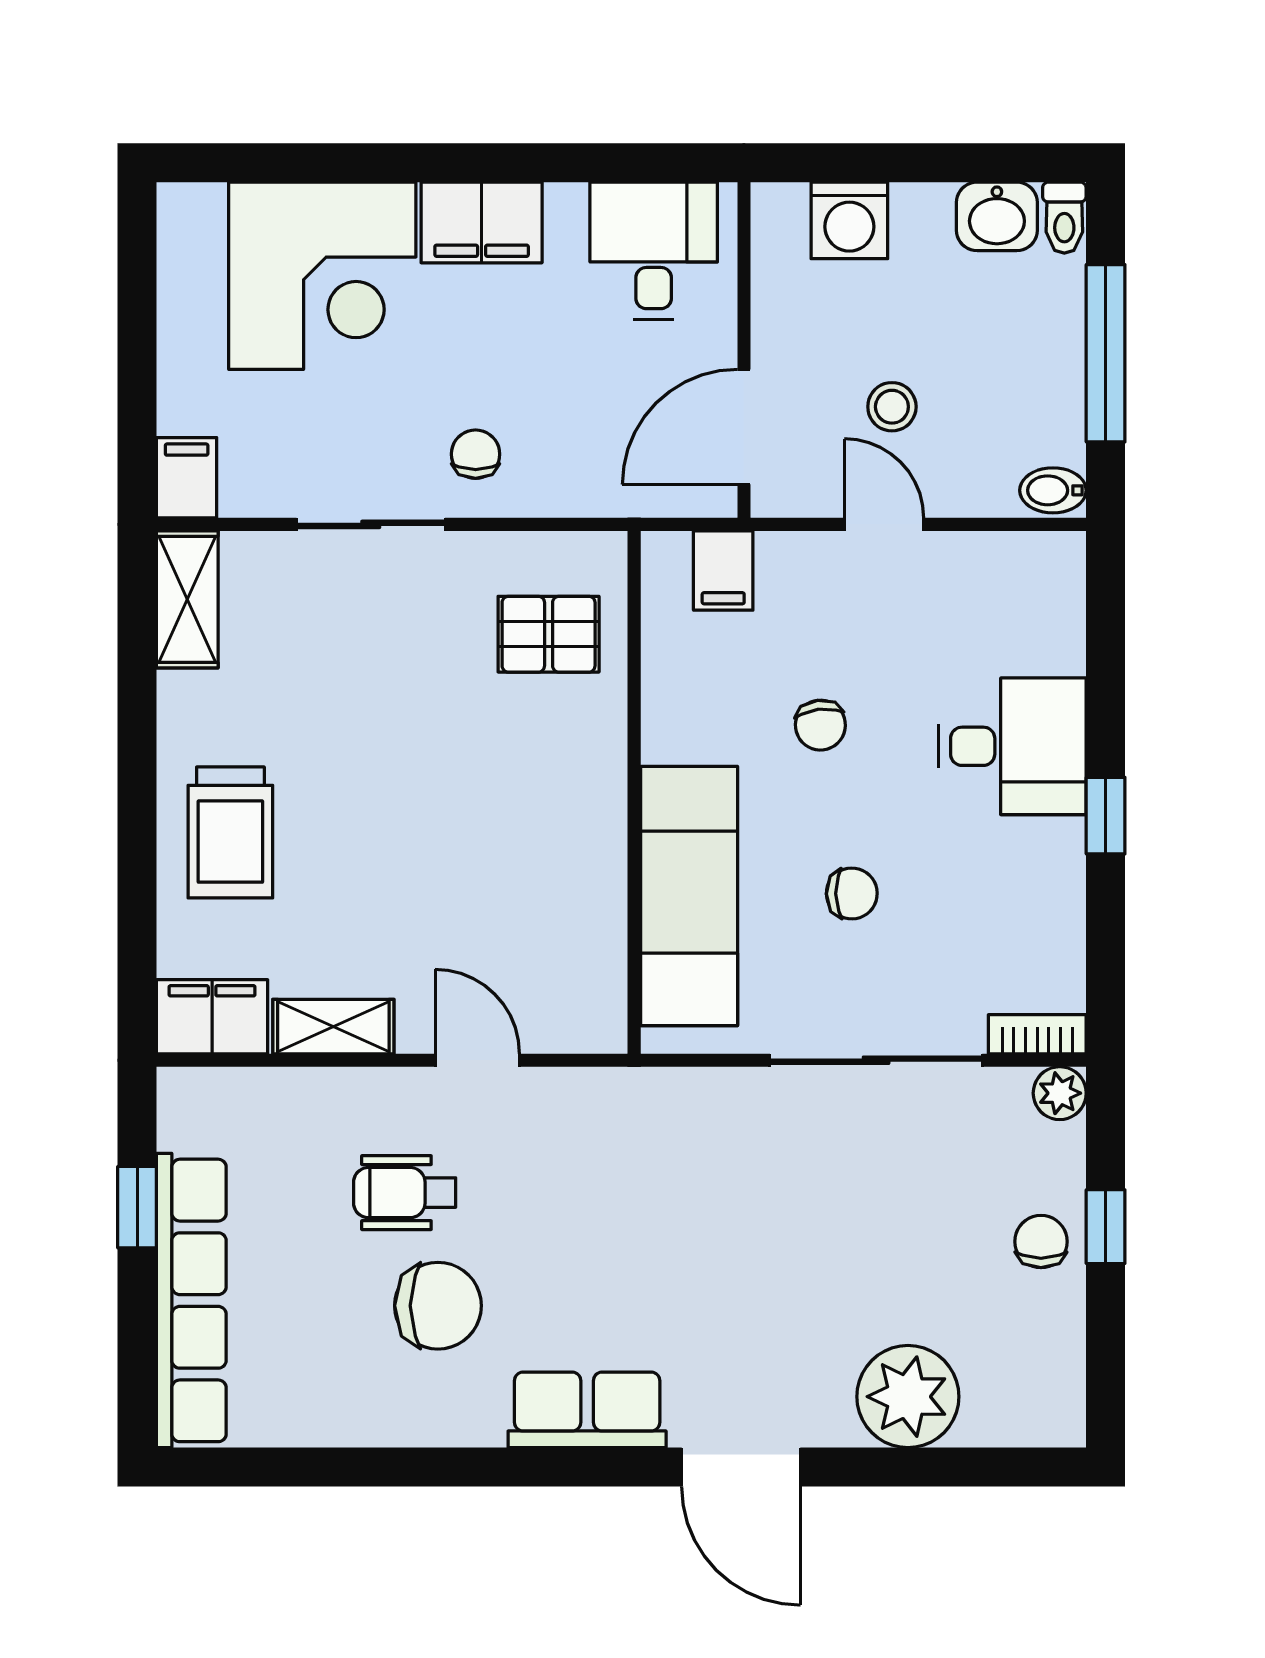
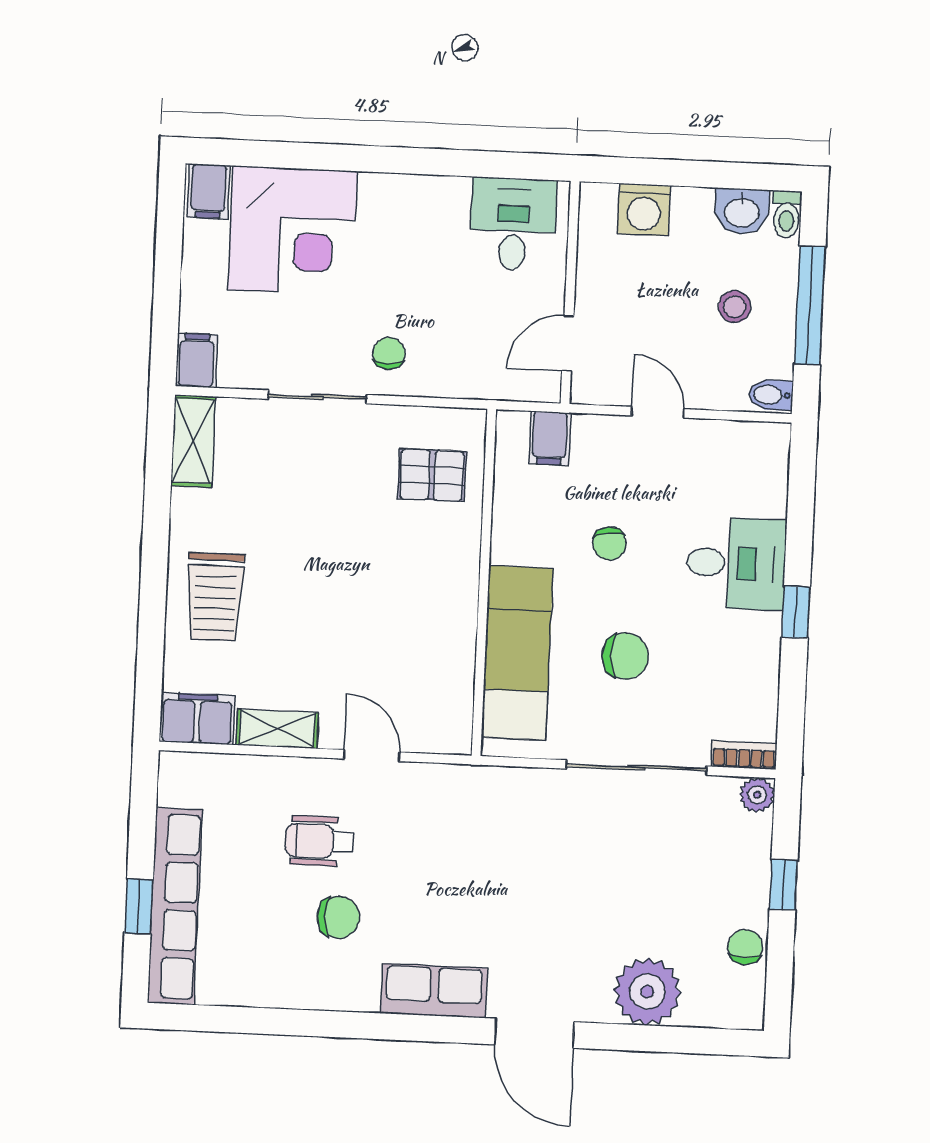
filing cabinet: (482, 222) -> (209, 191), moved, width x0.50
stool: (892, 407) -> (735, 307), moved
door: (744, 427) -> (568, 343), width x0.73
chair: (852, 893) -> (625, 656), width x1.37, depth x1.37
window: (137, 1207) -> (139, 907), moved
chair: (1041, 1242) -> (745, 947), moved
chair: (438, 1306) -> (338, 917), width x0.73, depth x0.73

